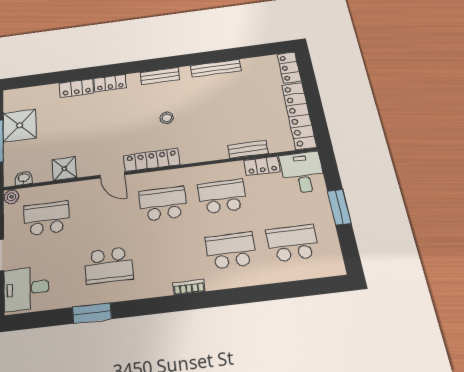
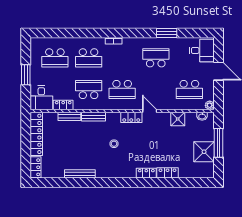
bench: (160, 76) -> (93, 117), moved
locker: (152, 160) -> (131, 117), width x0.66
school desk: (222, 196) -> (89, 89), turned 180

